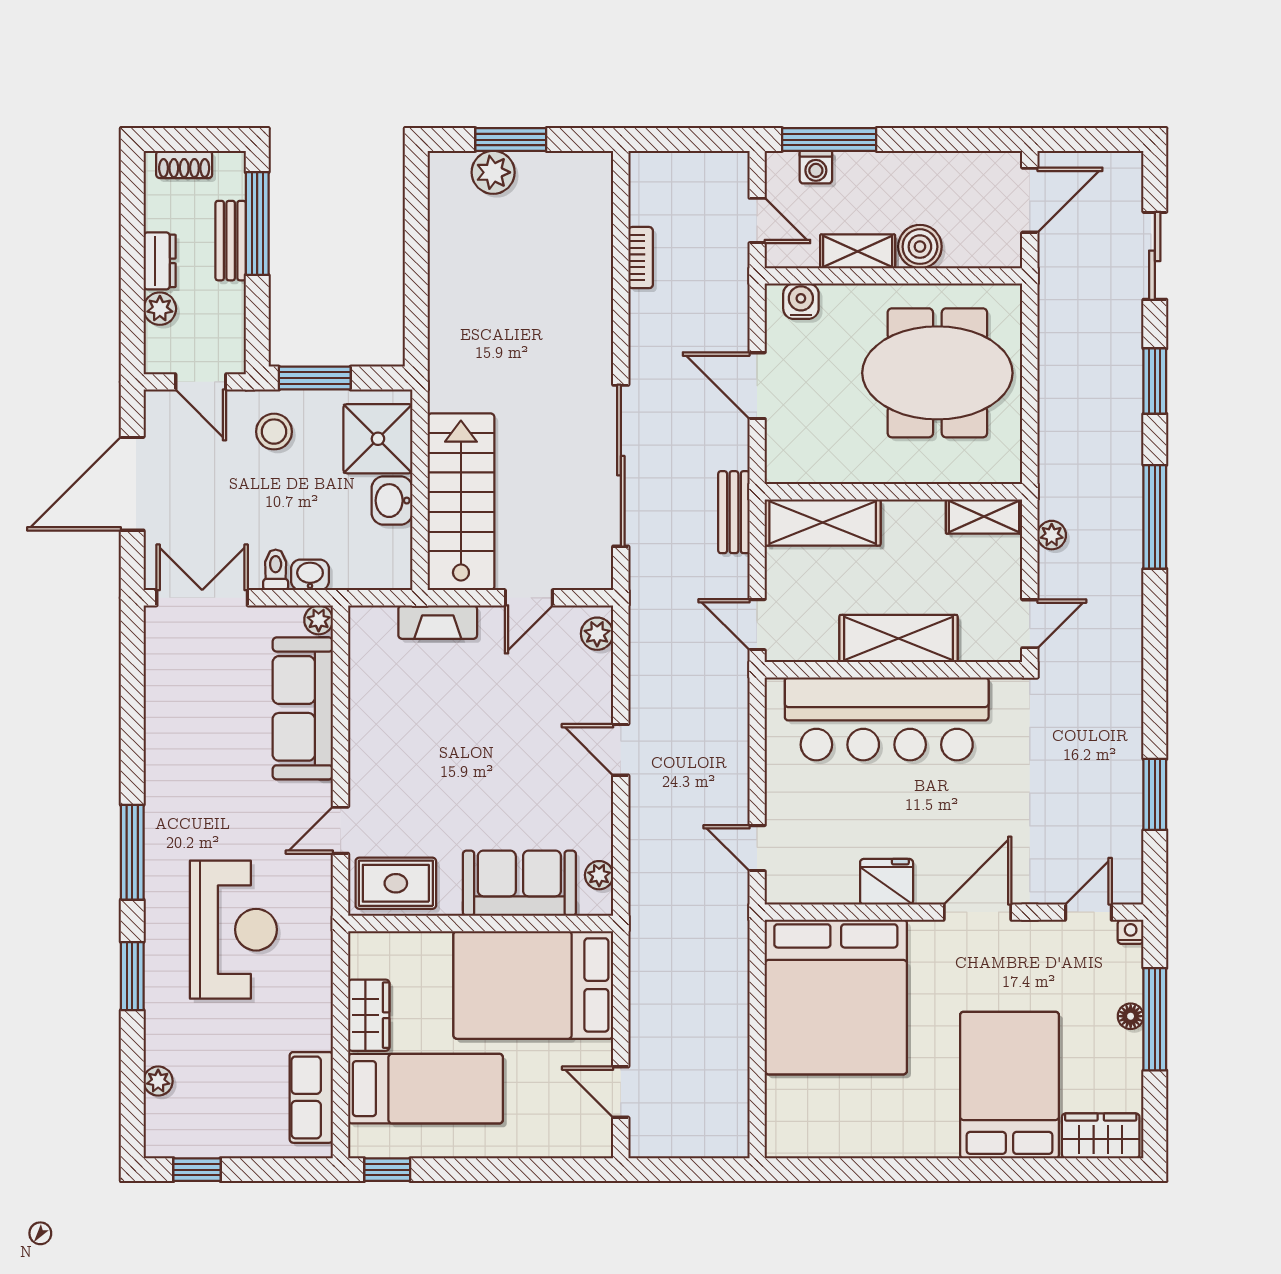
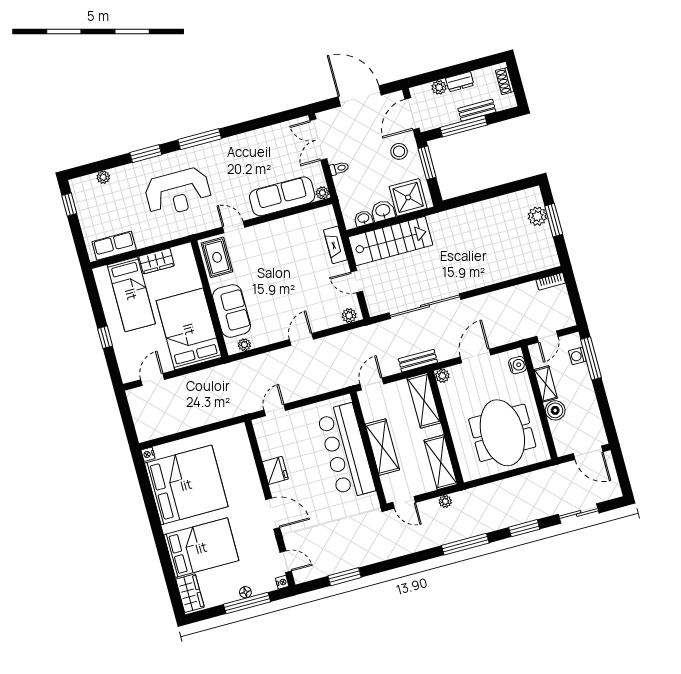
window: (257, 224) -> (464, 126), moved
bookcase: (641, 258) -> (551, 281), moved
door: (201, 382) -> (412, 114), width x1.38
plant: (780, 468) -> (442, 376), added
shelving: (984, 516) -> (441, 462), width x1.50, depth x1.33
washbasin: (310, 575) -> (363, 218), moved, turned -90
double door: (202, 598) -> (318, 140), swing flipped
bed: (836, 997) -> (186, 485), moved, turned 180
nightstand: (778, 1145) -> (148, 454), added
window: (387, 1170) -> (105, 337), moved

